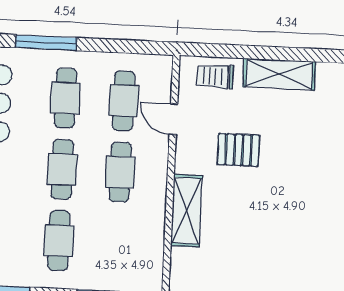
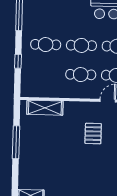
shelving: (186, 211) -> (45, 108), moved

